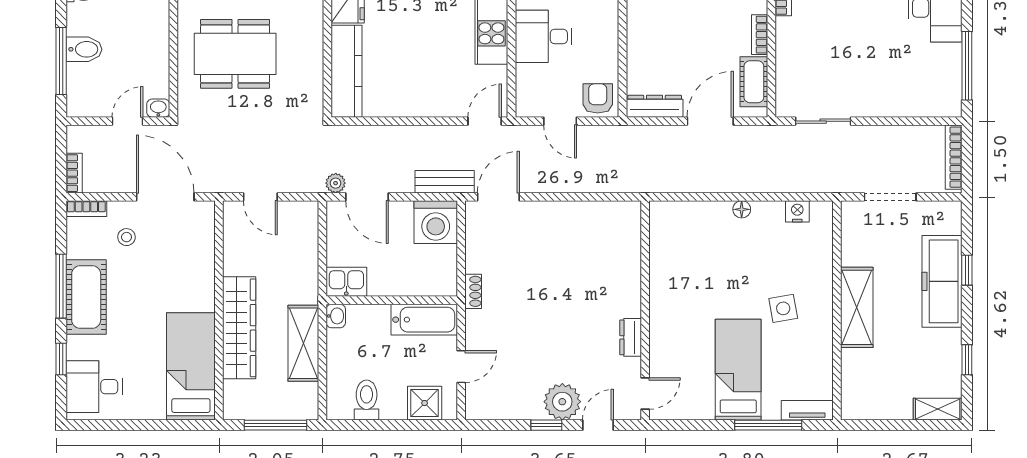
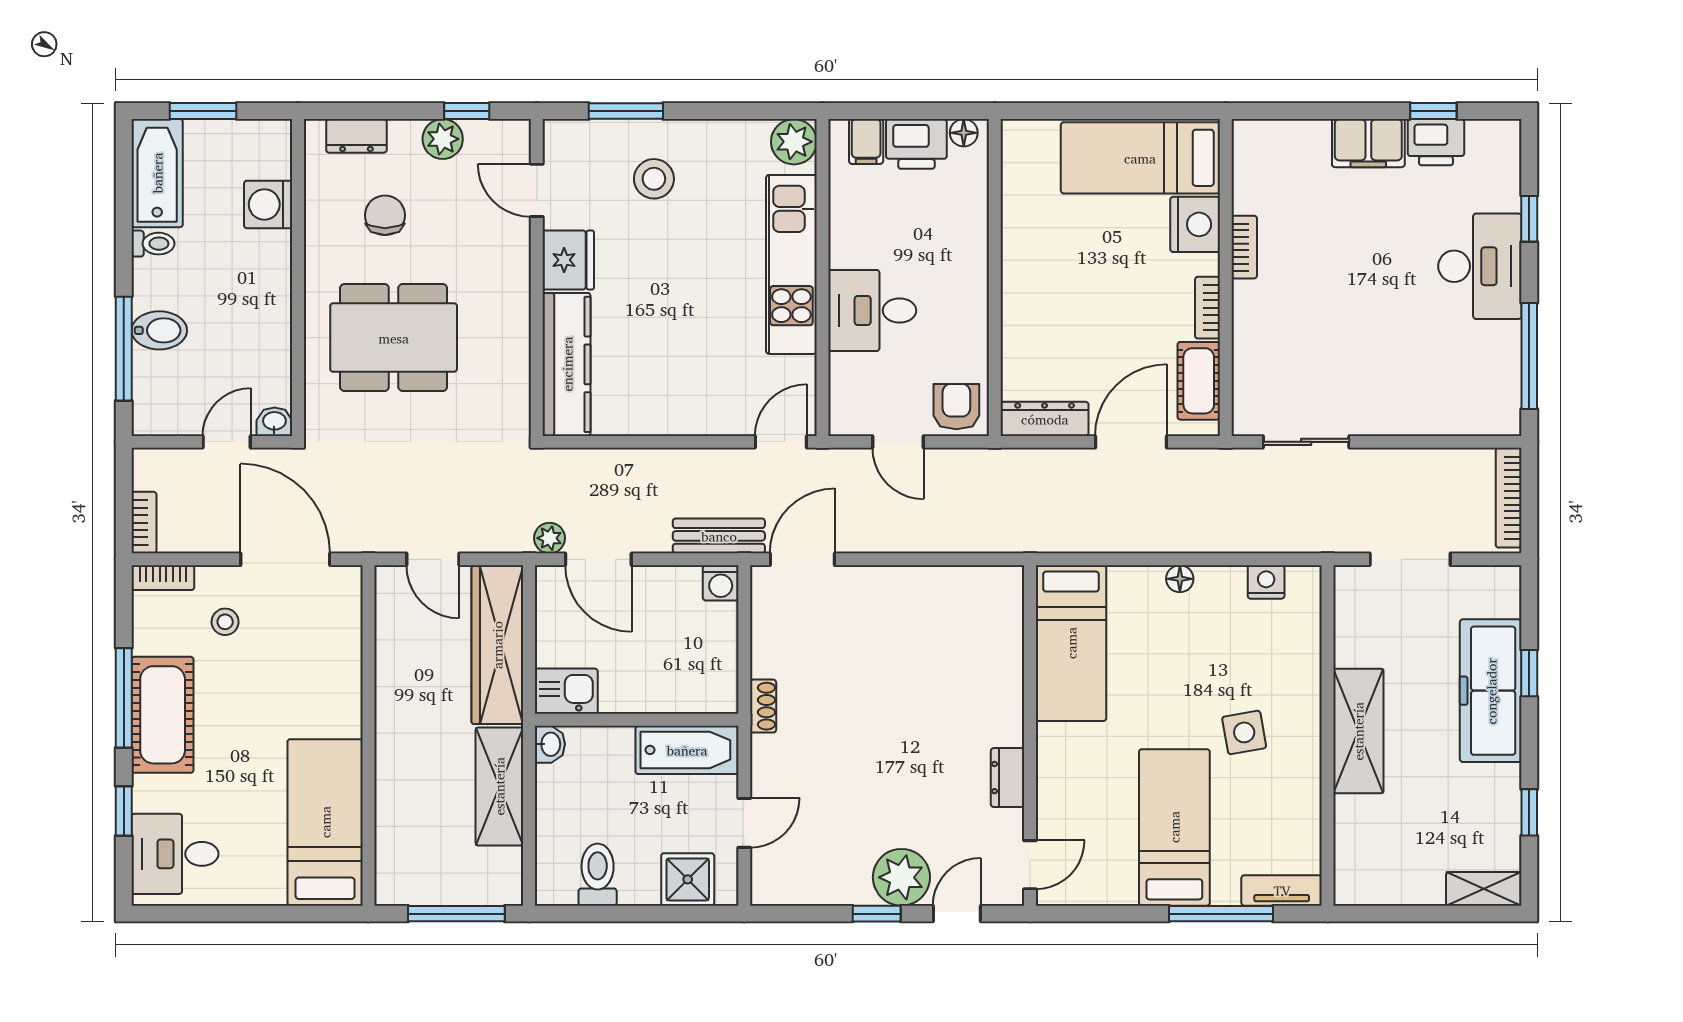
washing machine: (436, 222) -> (721, 583), width x0.53, depth x0.53
bed: (672, 251) -> (1071, 643), added
wardrobe: (239, 328) -> (497, 645), moved, turned 180

